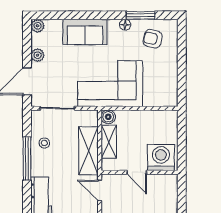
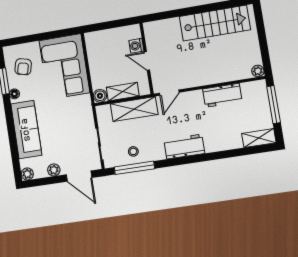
sofa: (85, 32) -> (26, 130), width x1.36
corner sofa: (110, 84) -> (64, 67), moved
washing machine: (161, 158) -> (136, 46), width x0.53, depth x0.53
window: (27, 159) -> (134, 168), moved
door: (137, 172) -> (147, 61), swing flipped

